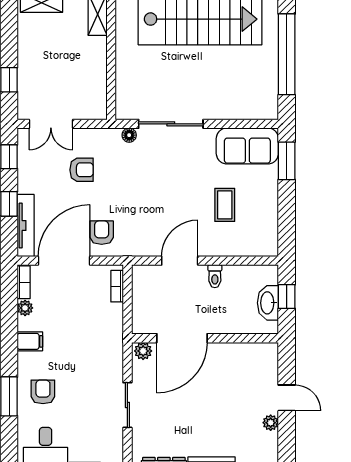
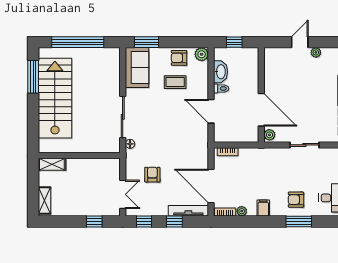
armchair: (102, 233) -> (179, 58), moved
plant: (268, 246) -> (202, 54), added
washbasin: (268, 303) -> (221, 72), moved, turned -90

